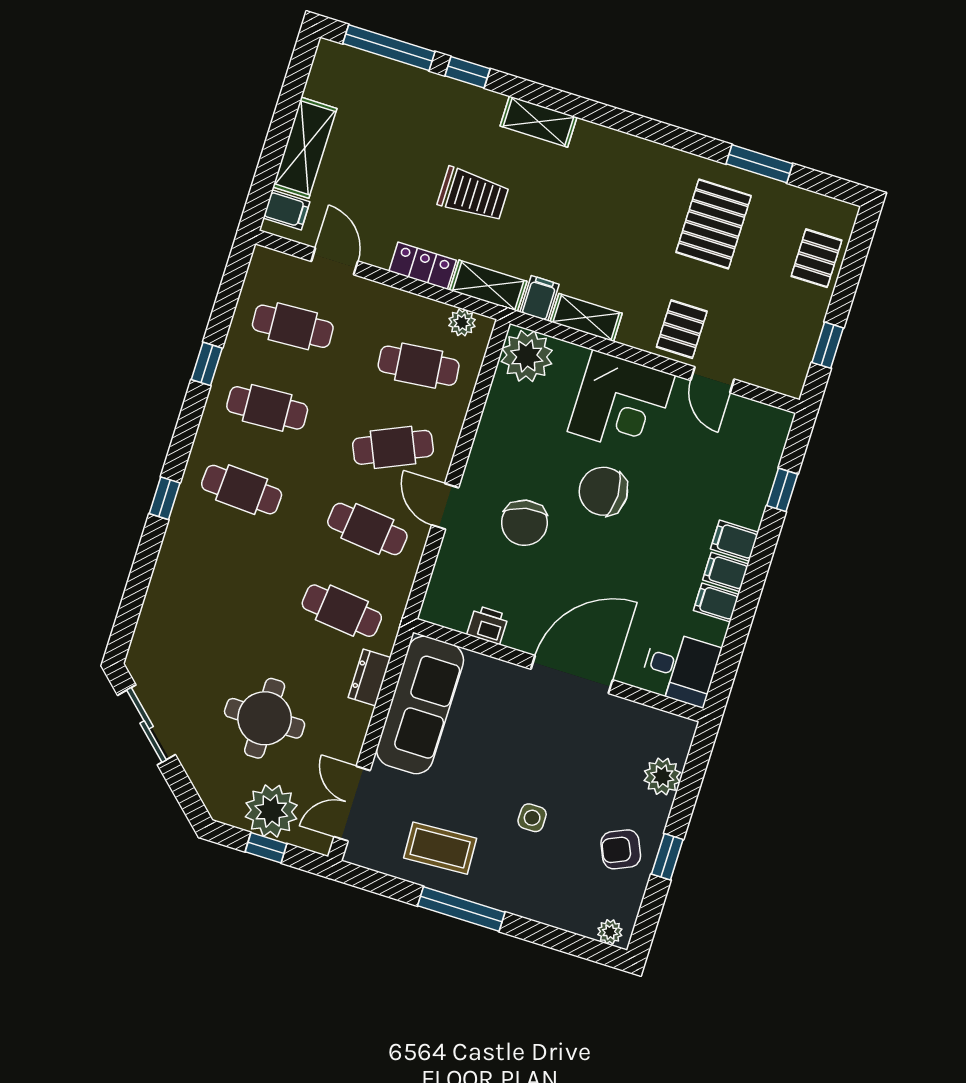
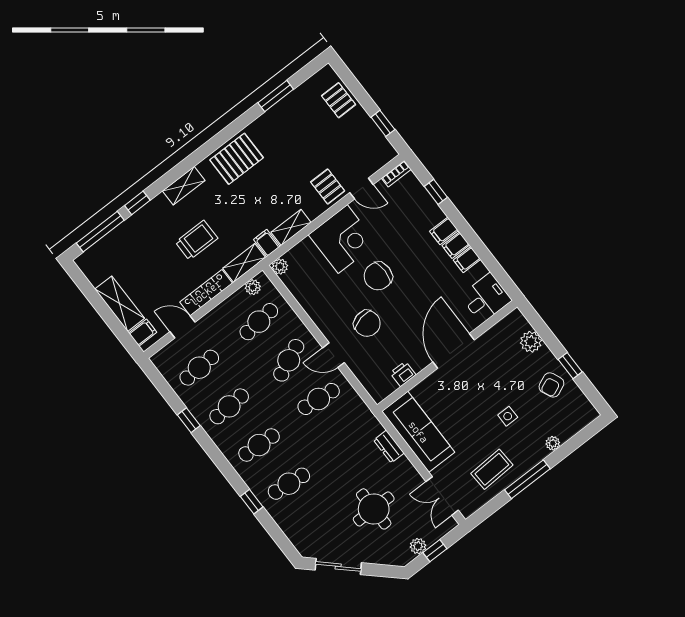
pallet: (714, 224) -> (237, 159), moved, turned 90
locker: (423, 266) -> (206, 293), width x1.53
plant: (527, 356) -> (280, 267), width x0.53, depth x0.53
bookcase: (769, 415) -> (396, 174), added
window: (165, 498) -> (252, 502), moved
cafe table: (342, 611) -> (289, 484), moved
plant: (271, 811) -> (418, 546), width x0.53, depth x0.53
plant: (610, 932) -> (553, 443), moved

